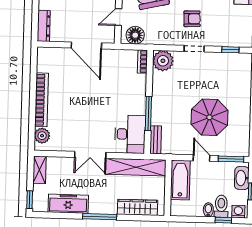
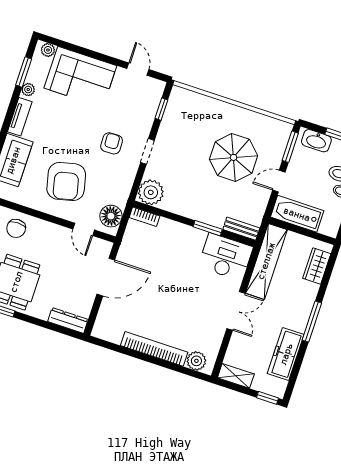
window: (148, 113) -> (208, 228), width x0.69
wardrobe: (138, 207) -> (317, 266), width x0.67

